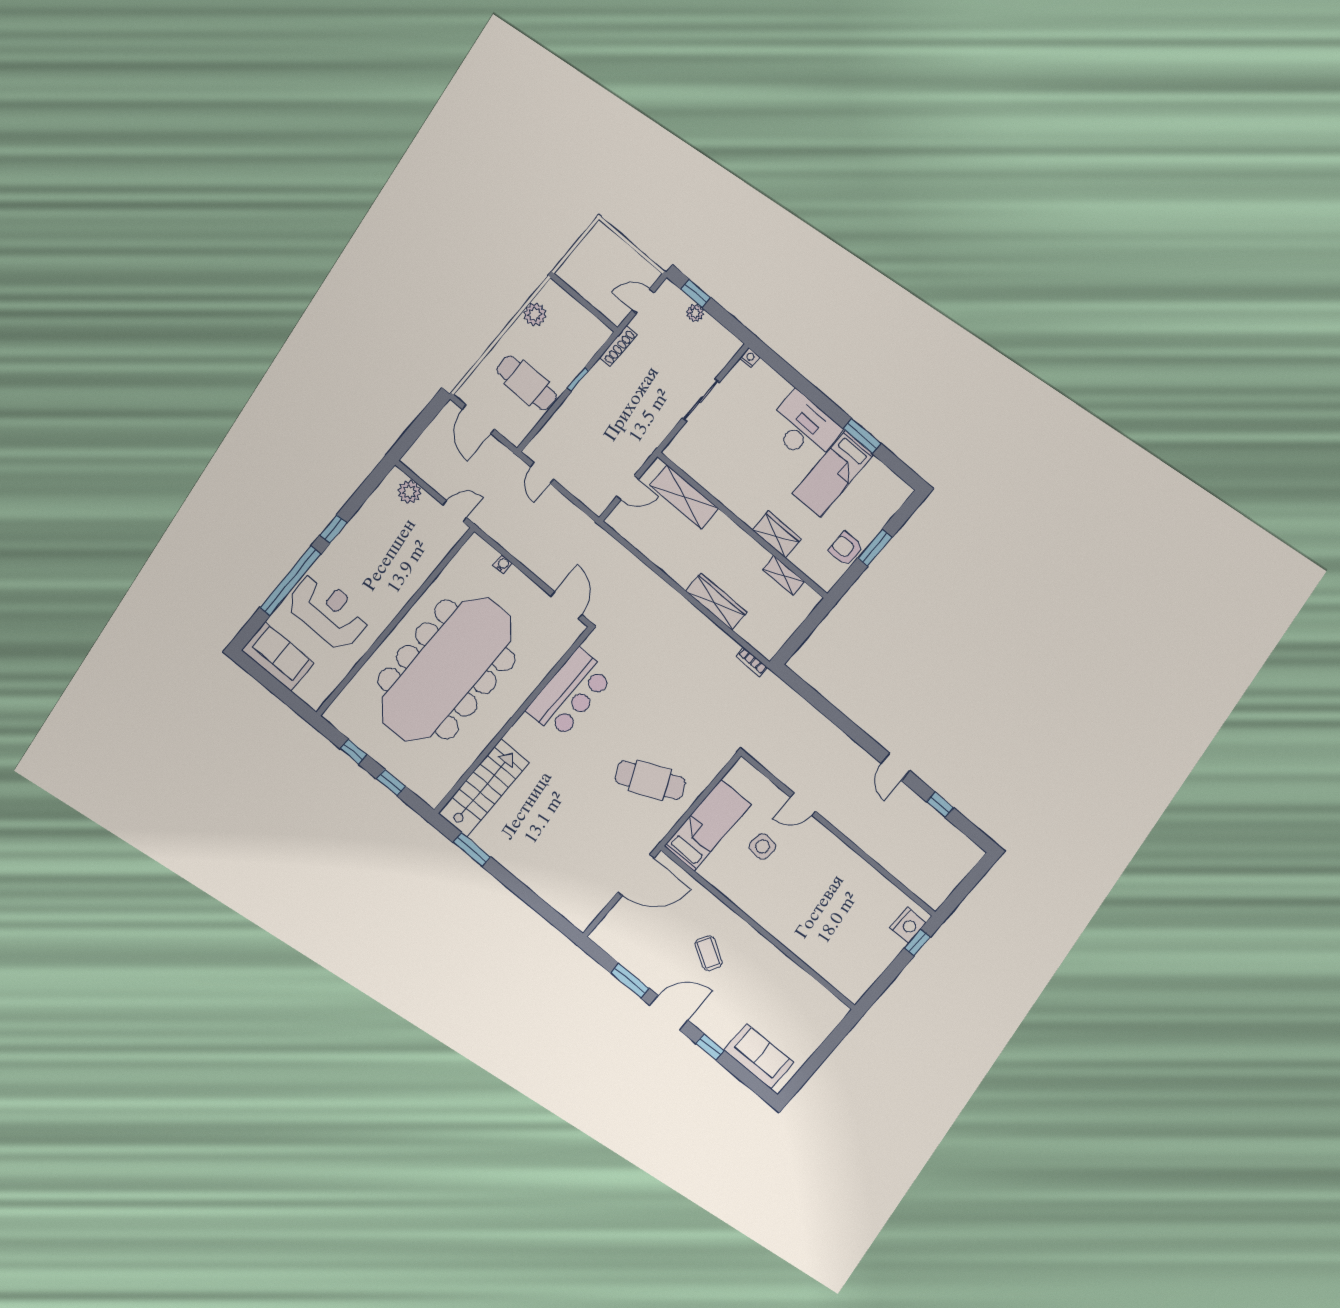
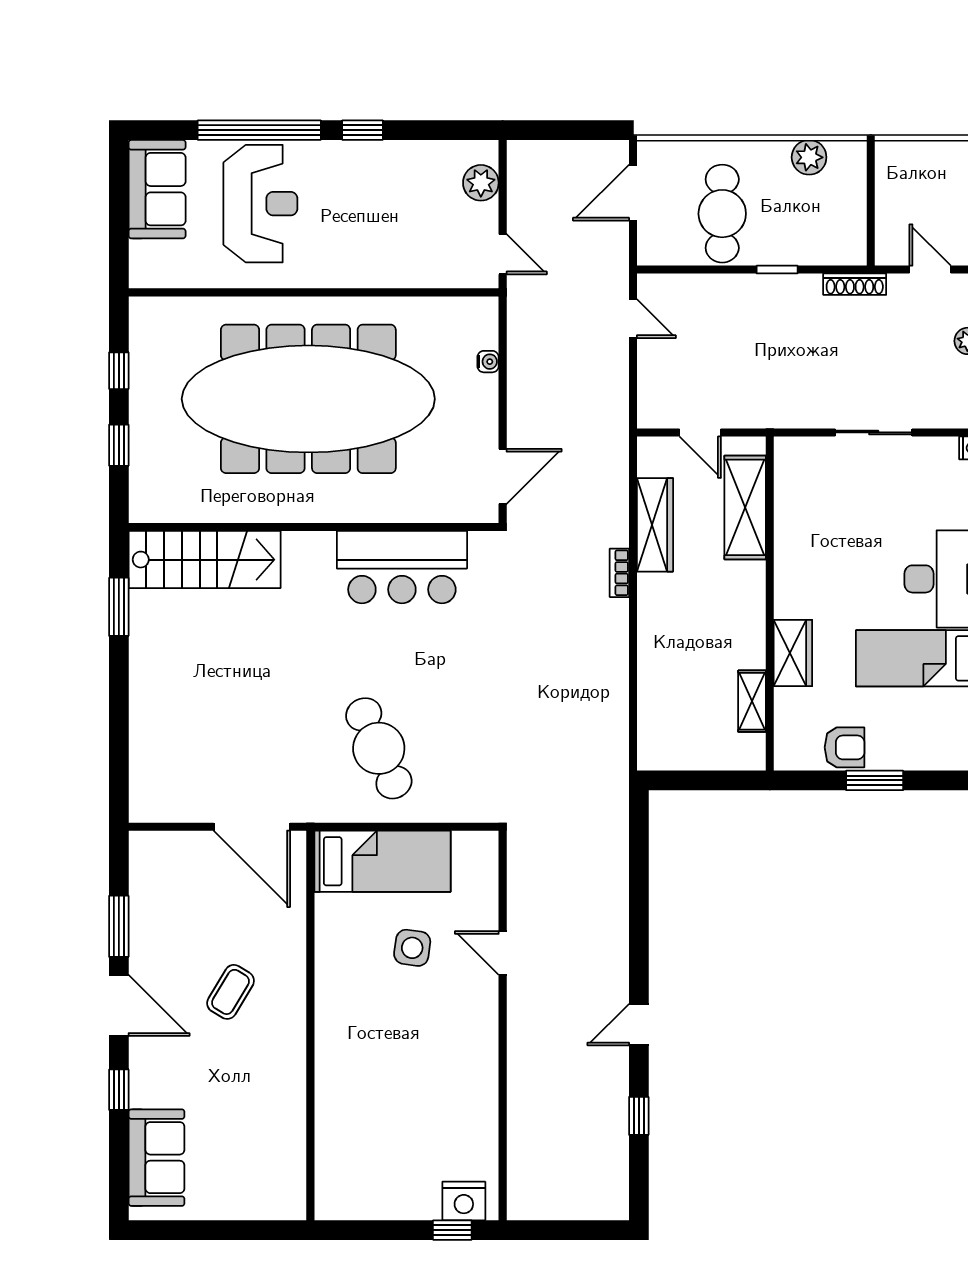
door: (542, 473) -> (633, 319), swing flipped
armchair: (846, 549) -> (845, 747), turned 90
wardrobe: (716, 602) -> (655, 525), moved
bookcase: (752, 662) -> (619, 573), moved

